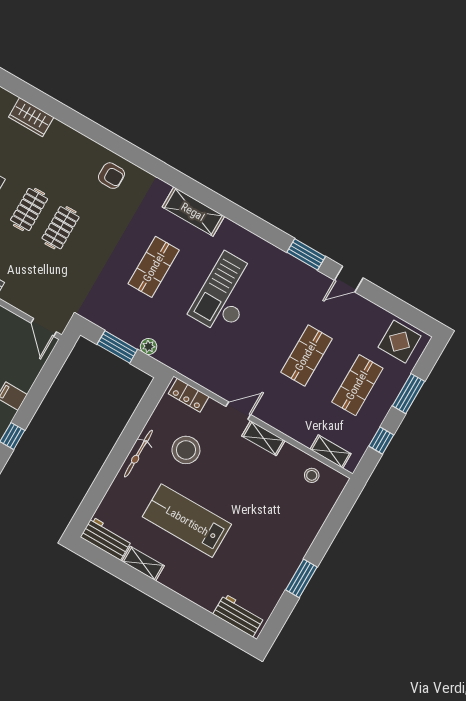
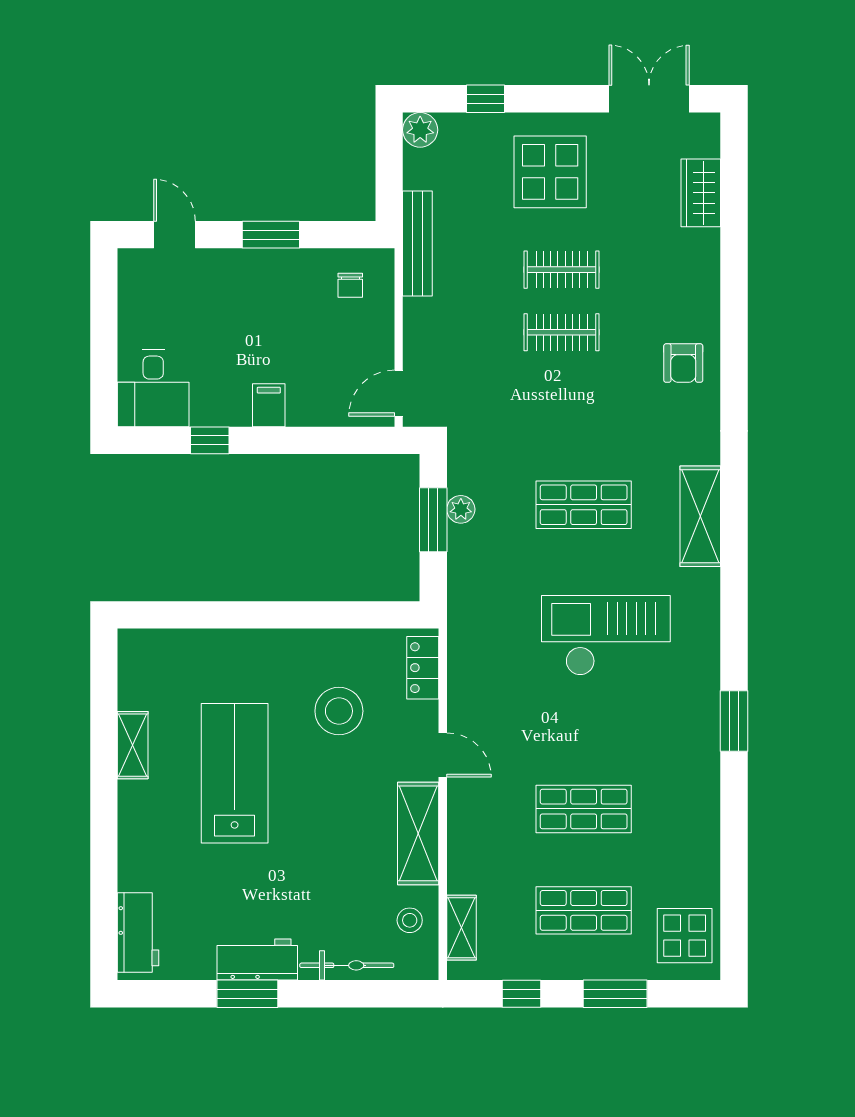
door: (349, 279) -> (734, 806), removed
plant: (149, 346) -> (461, 509), moved
shelving: (263, 438) -> (418, 833), width x1.50, depth x1.33
bicycle: (138, 454) -> (347, 965), moved, turned 180
workbench: (106, 538) -> (257, 960), moved, turned -90

